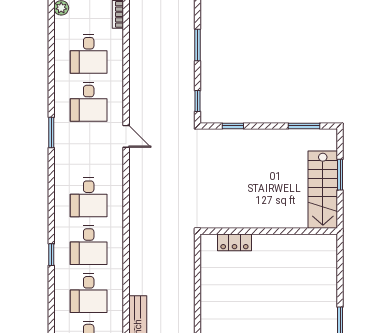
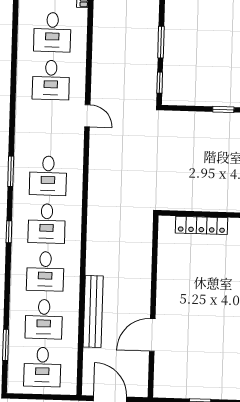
window: (197, 45) -> (161, 42), moved
window: (233, 126) -> (223, 109), moved
window: (51, 132) -> (11, 171), moved
locker: (234, 242) -> (201, 225), width x1.53

